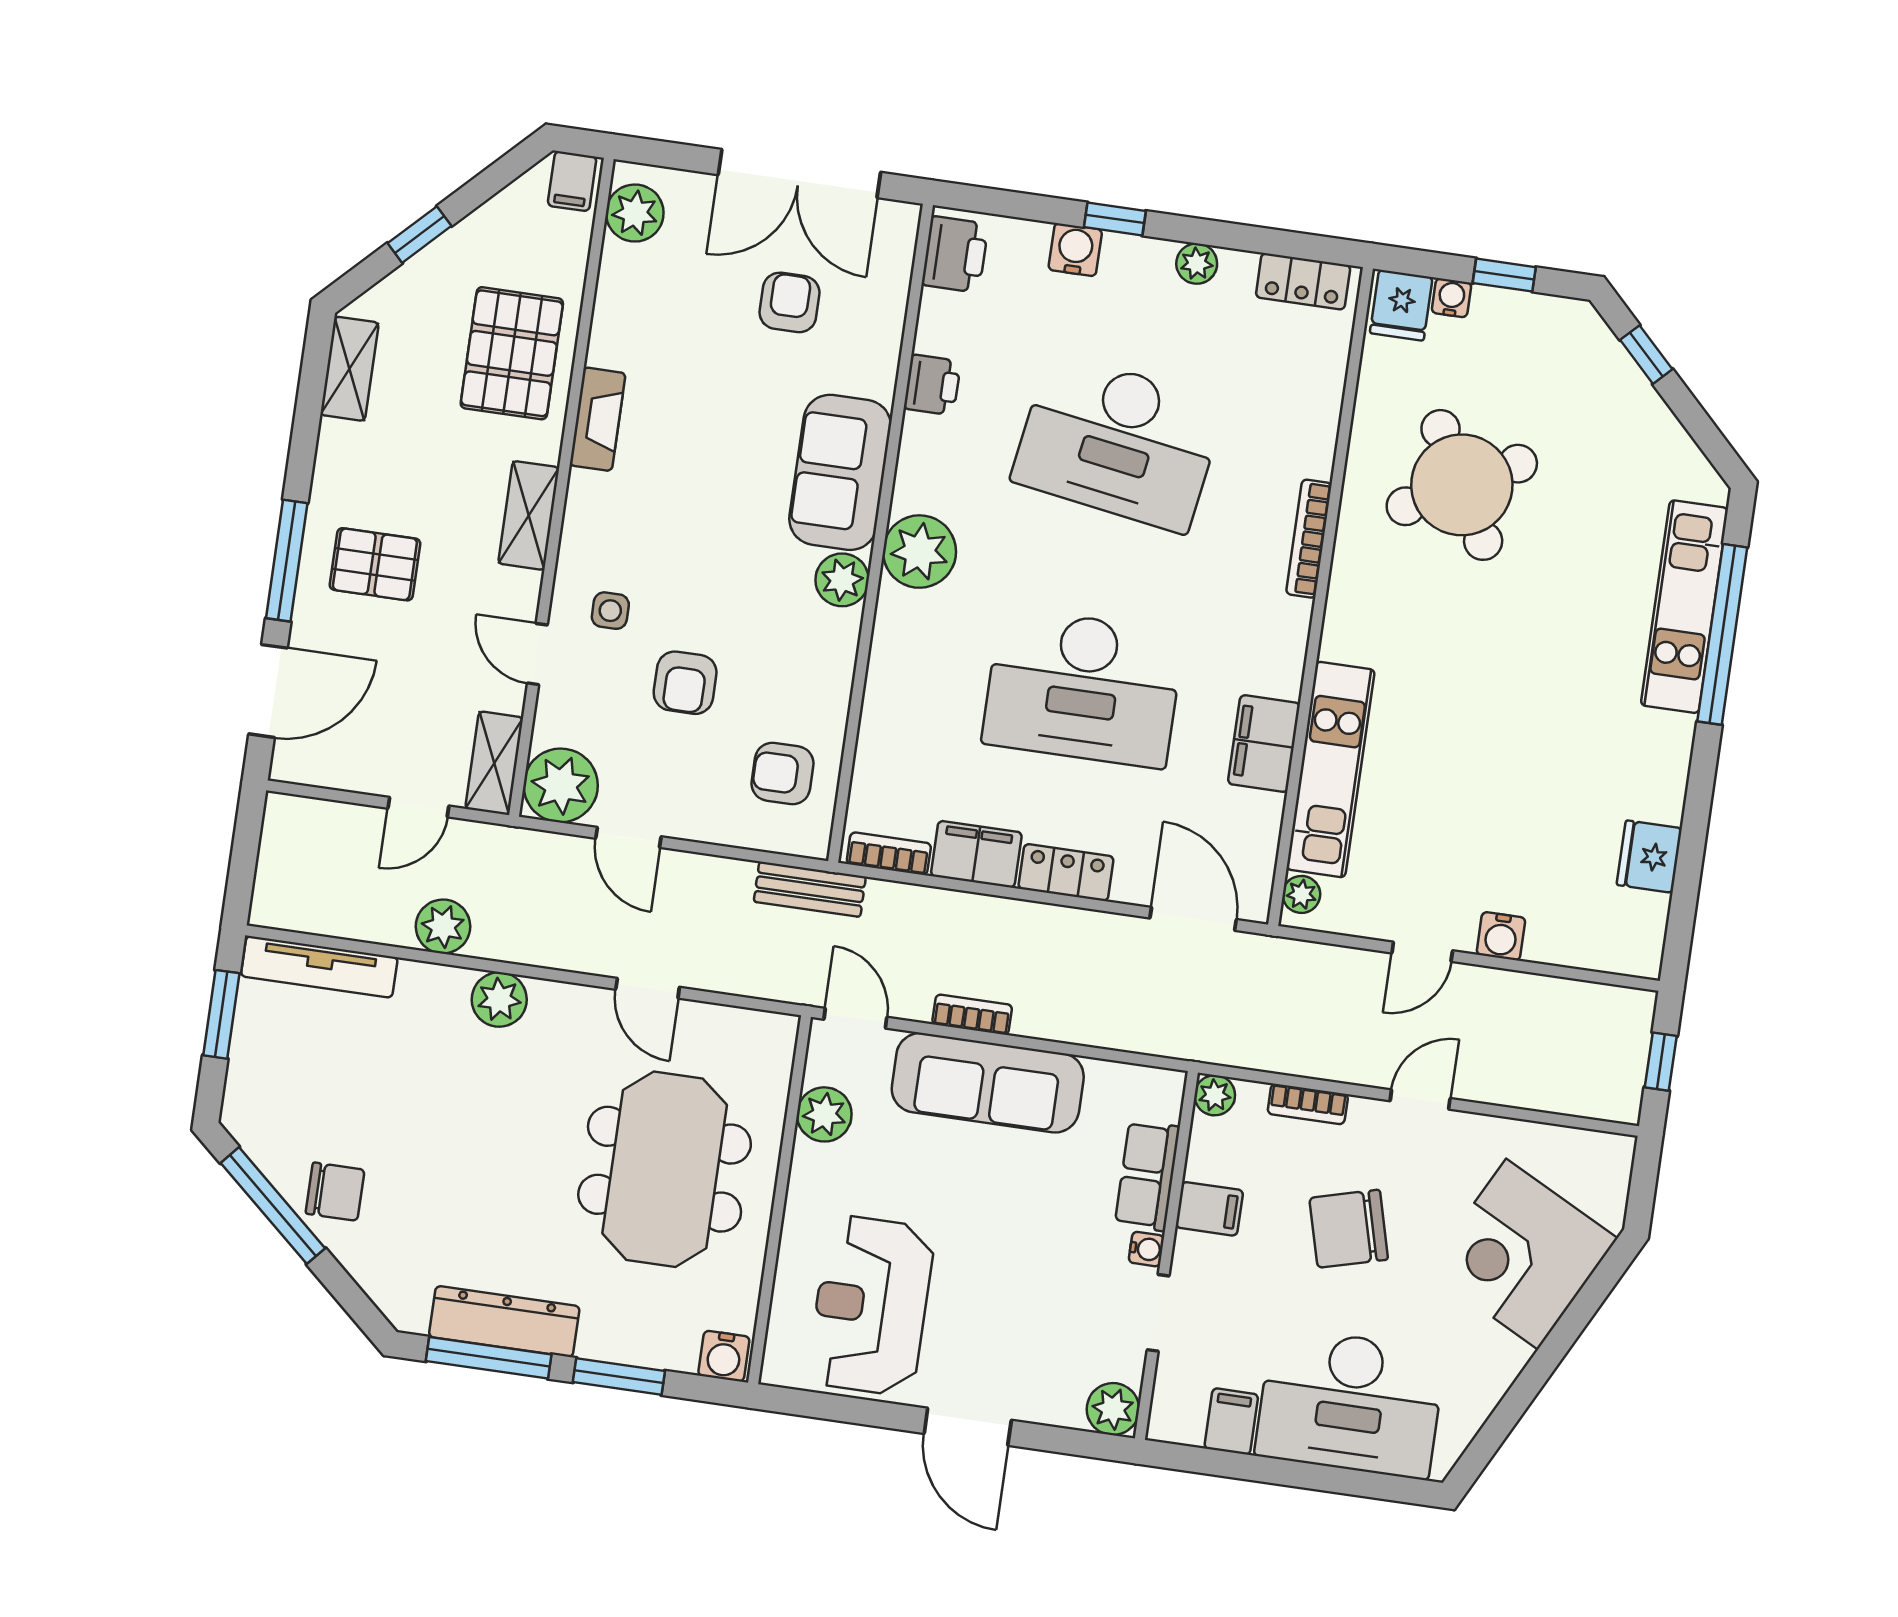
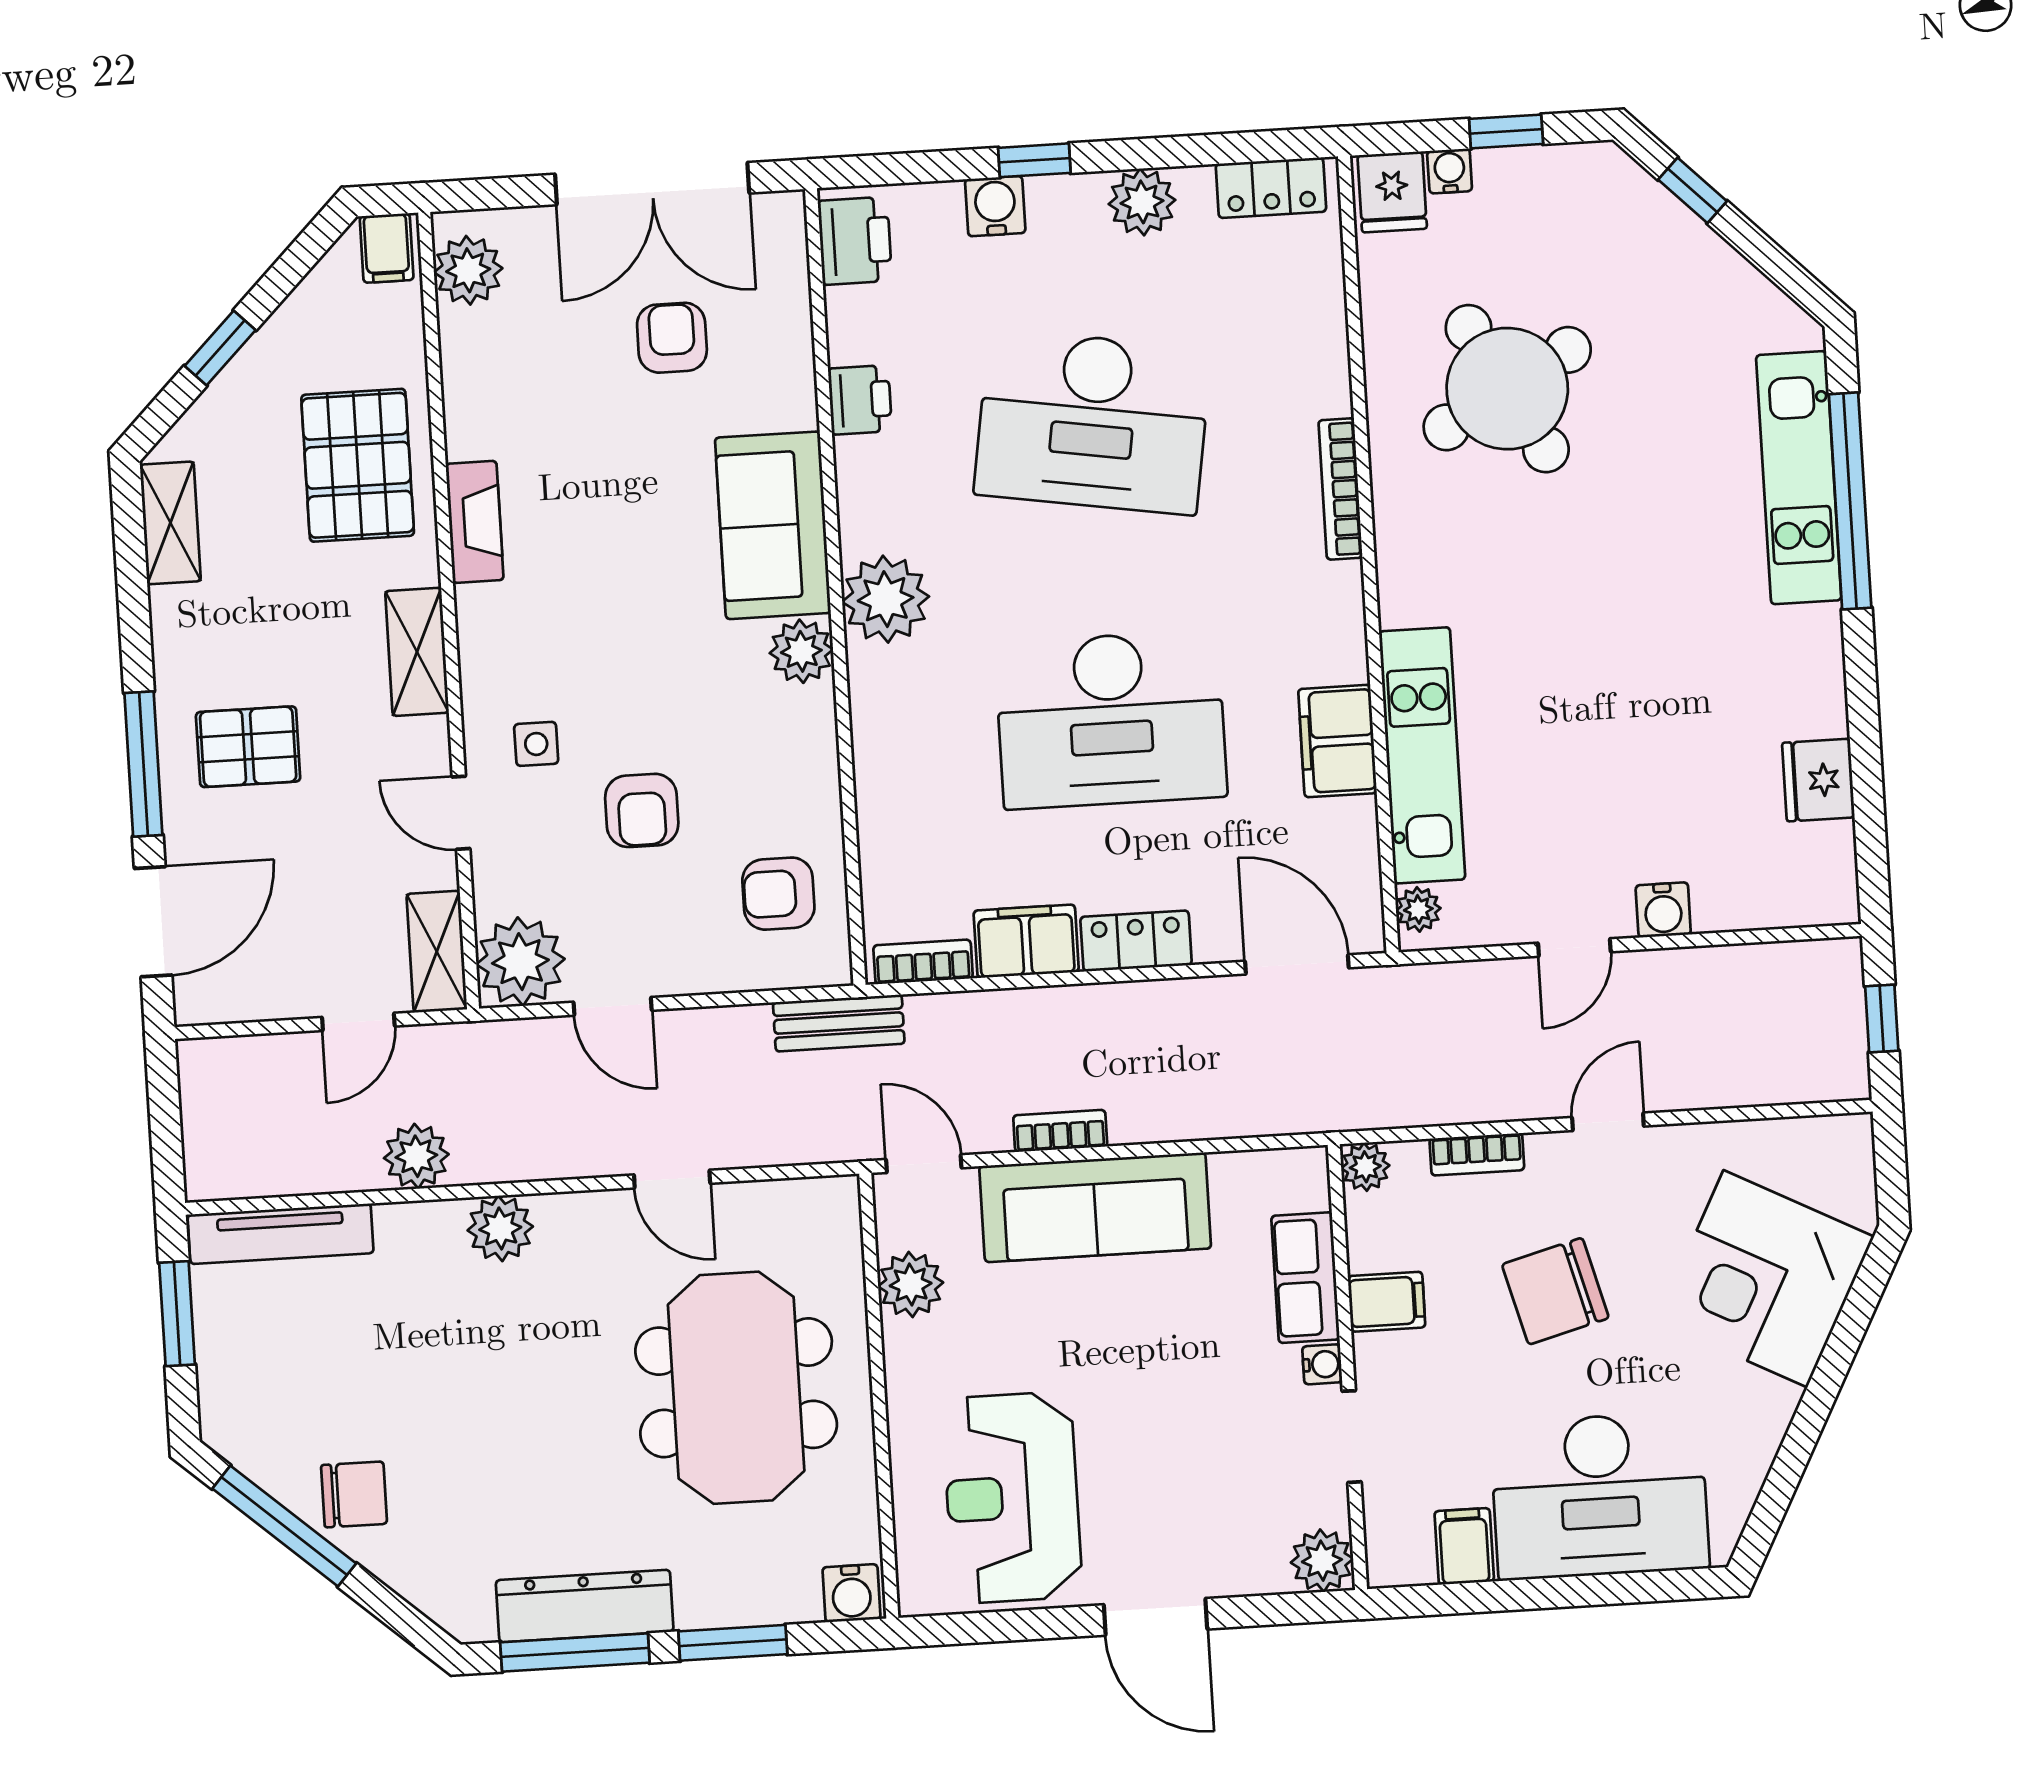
plant: (1197, 264) -> (1142, 202), width x1.38, depth x1.38

